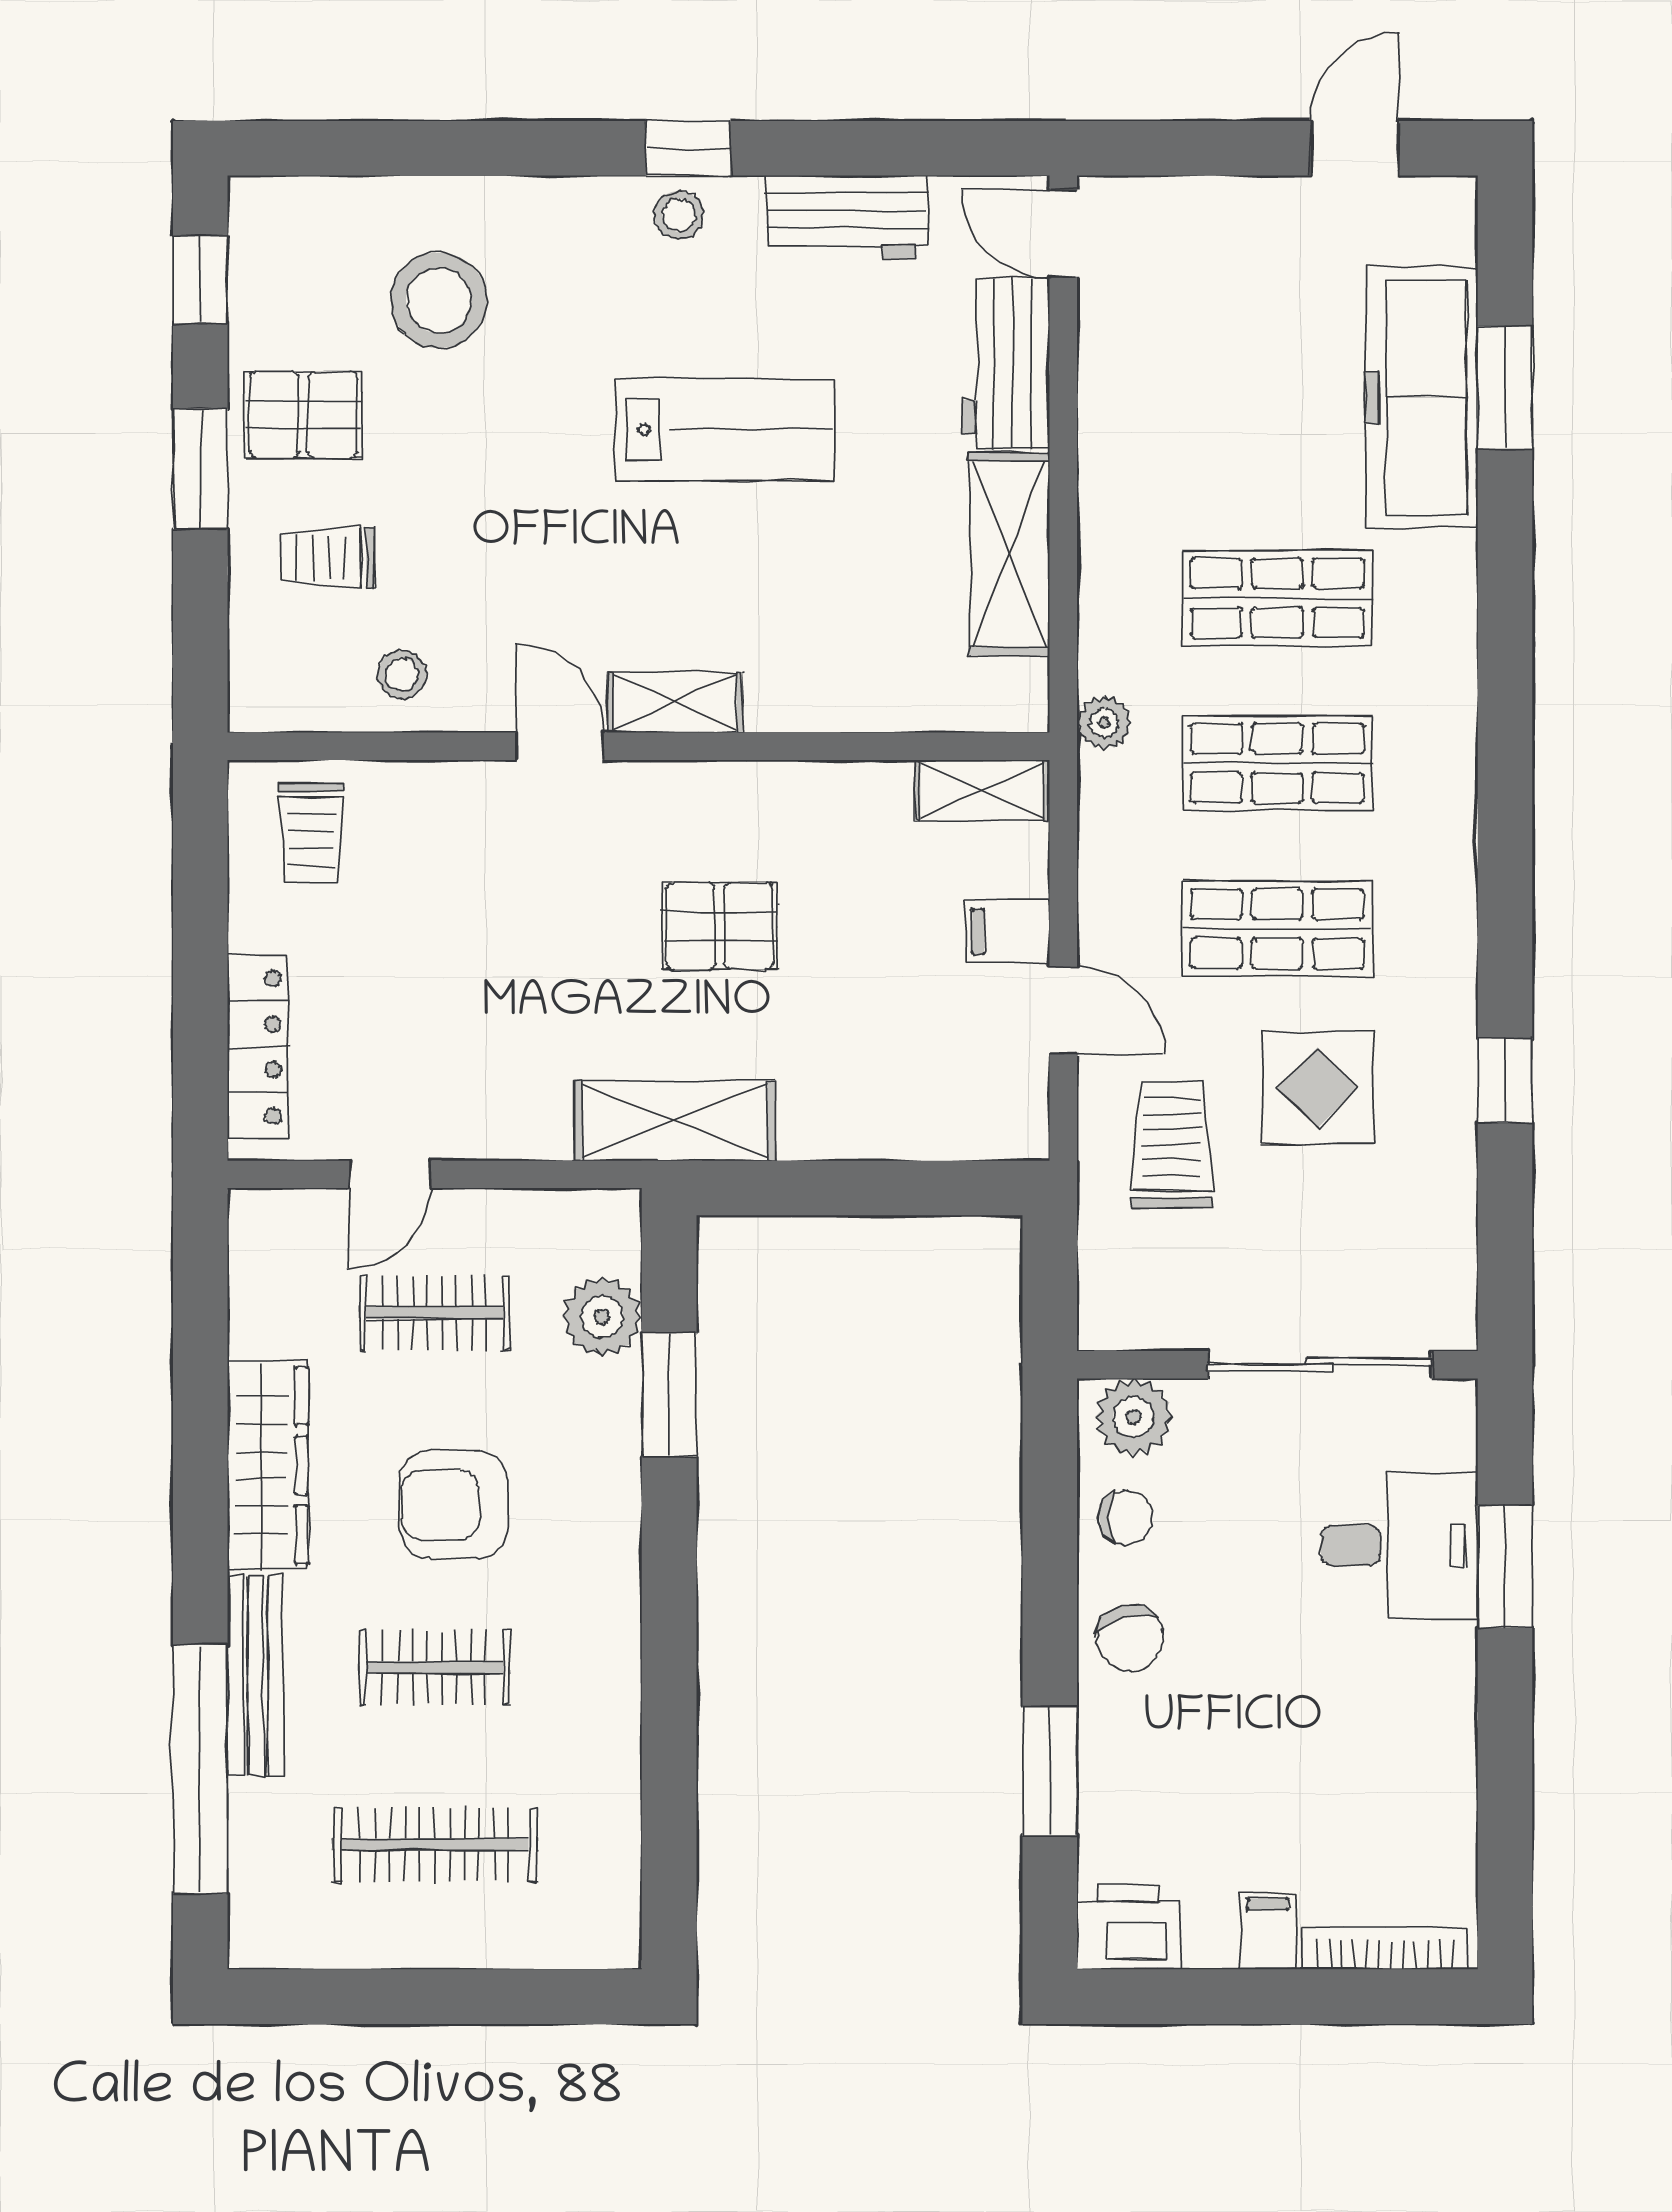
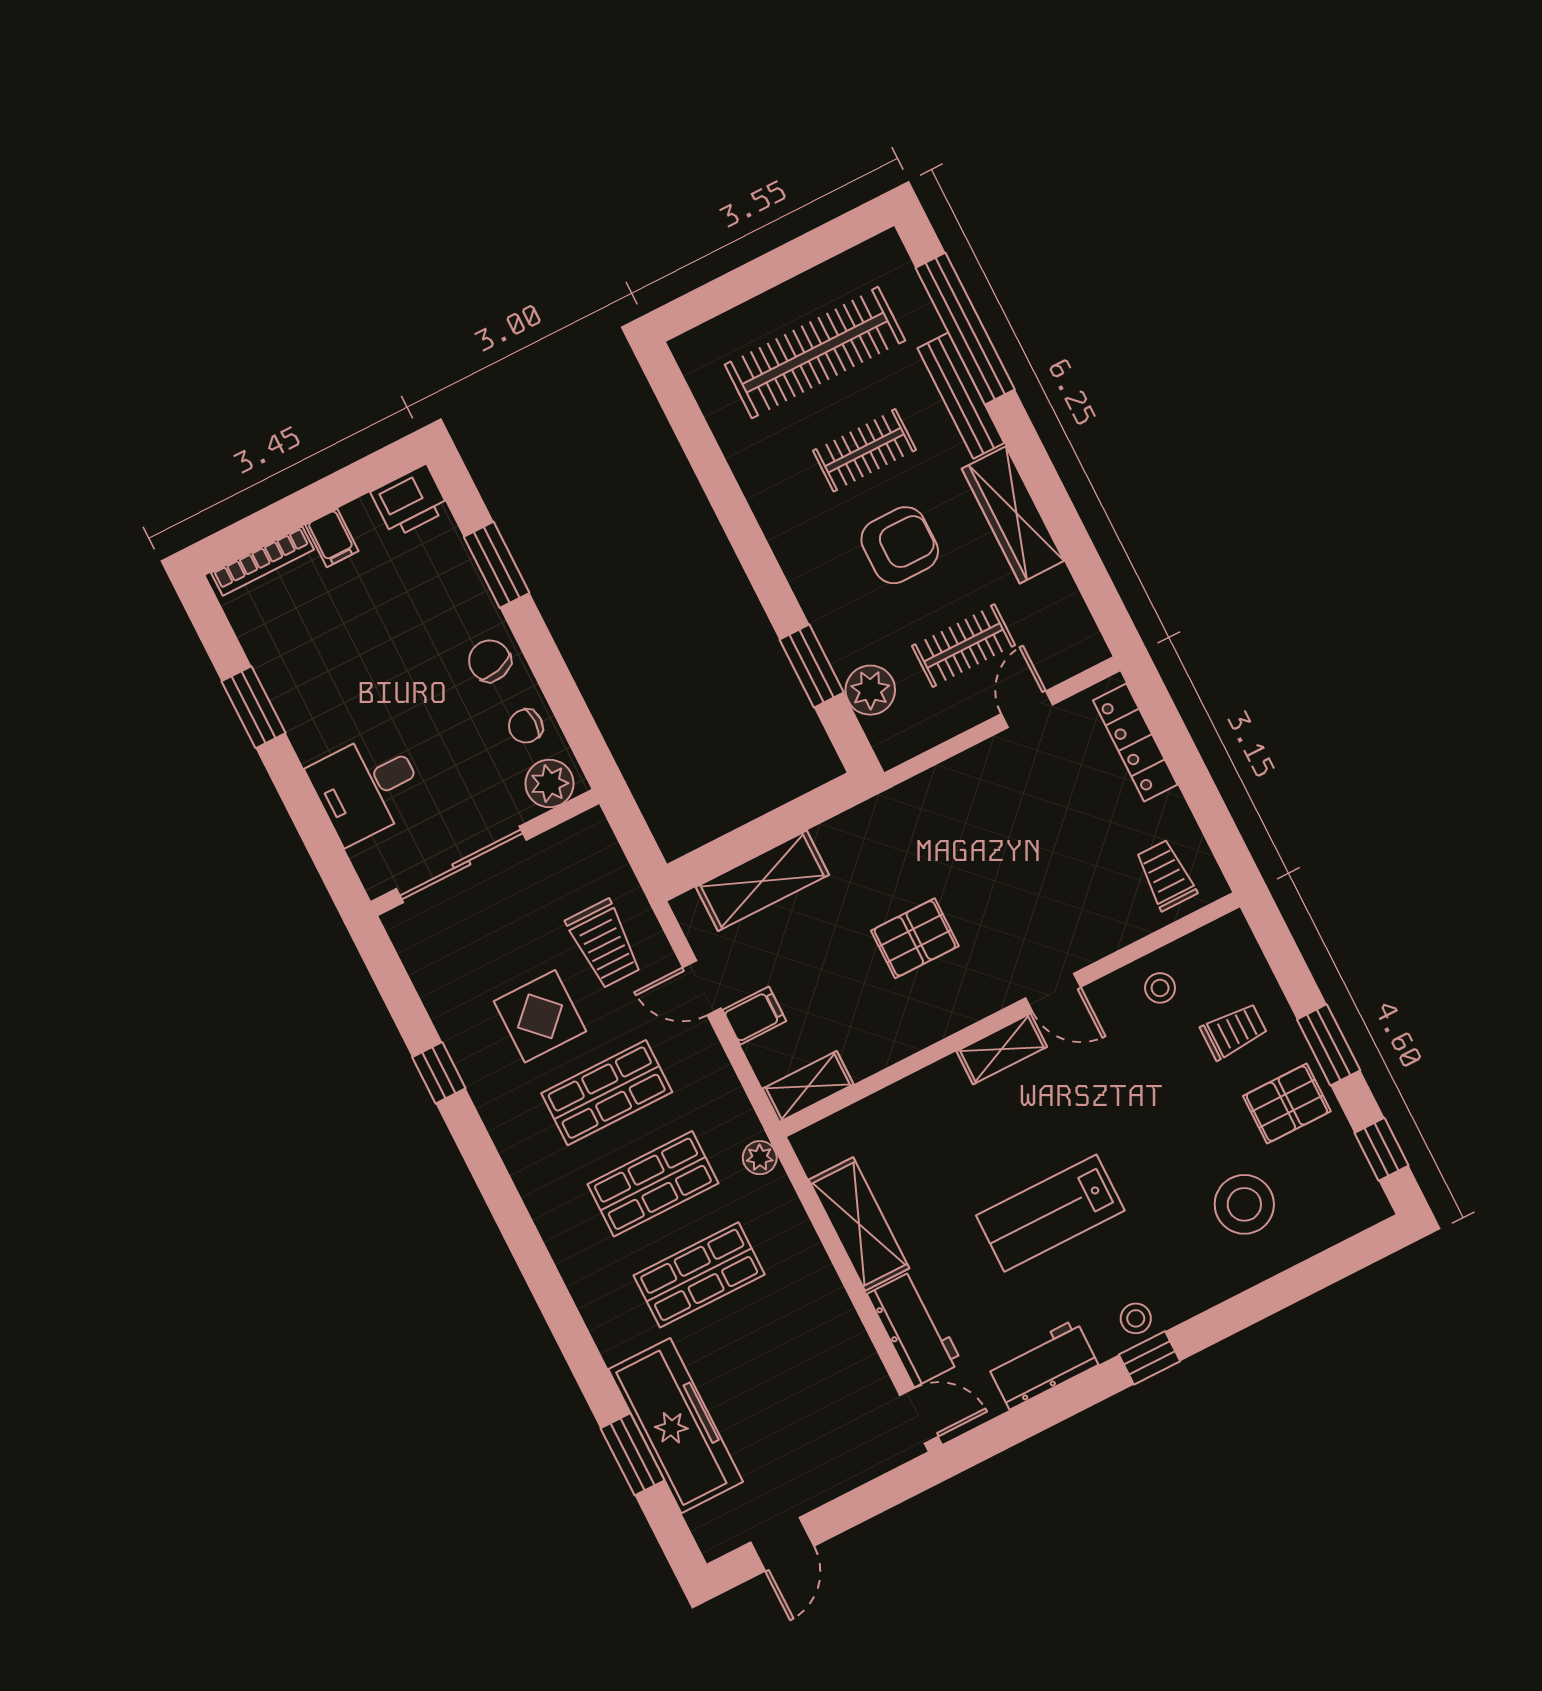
shelving: (675, 1121) -> (762, 881), moved
window: (1505, 1567) -> (254, 707), moved
clothes rail: (435, 1845) -> (815, 353), width x1.37, depth x1.31

